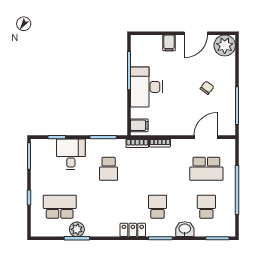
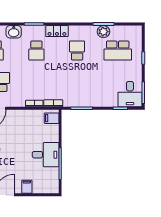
desk: (146, 87) -> (46, 155), width x0.73
desk: (71, 154) -> (130, 94), moved
school desk: (109, 169) -> (77, 50), moved

